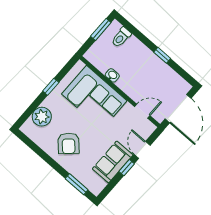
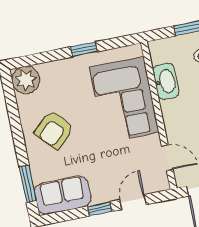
washbasin: (112, 75) -> (166, 82), width x1.91, depth x1.45
plant: (42, 117) -> (26, 80), moved
sofa: (113, 162) -> (63, 195), moved

